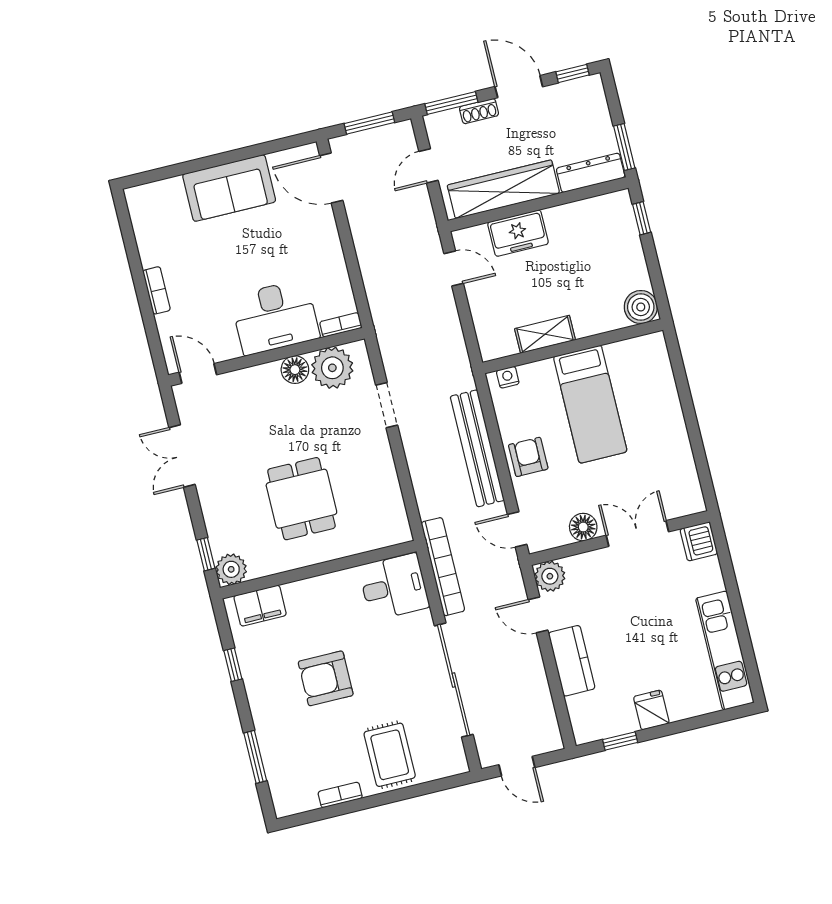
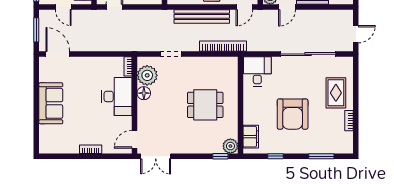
door: (331, 178) -> (58, 54), swing flipped
double door: (182, 456) -> (156, 156), moved
bookcase: (443, 567) -> (223, 46), moved
armchair: (326, 678) -> (293, 114), width x1.36, depth x1.36
rug: (390, 755) -> (336, 93), turned 90

